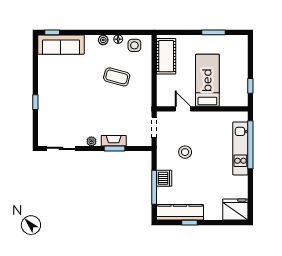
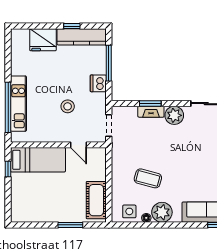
window: (213, 32) -> (70, 225), moved
plant: (103, 40) -> (162, 212), width x1.88, depth x1.88
bed: (207, 80) -> (38, 160), moved, turned -90
plant: (91, 141) -> (174, 115), width x1.88, depth x1.88
stool: (185, 152) -> (68, 106), moved
dishwasher: (164, 178) -> (98, 83), moved
fridge: (235, 209) -> (43, 40), moved

